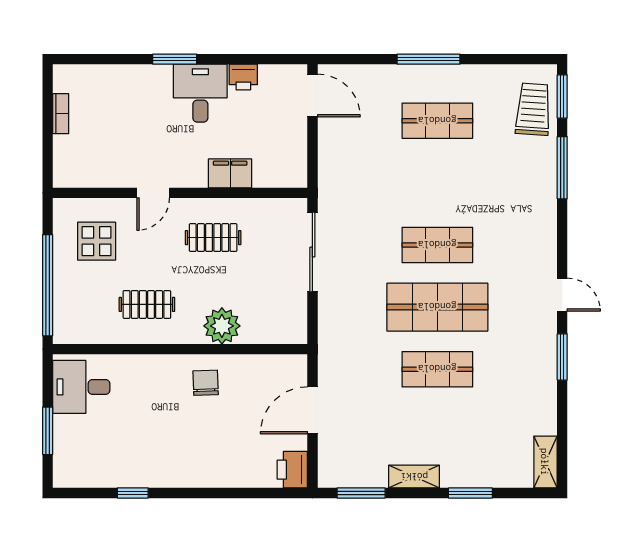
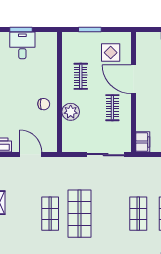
filing cabinet: (230, 173) -> (143, 142), moved
door: (153, 193) -> (134, 79), width x1.87
shop shelf: (437, 245) -> (138, 214), moved
window: (48, 285) -> (90, 29), width x0.47
desk: (81, 387) -> (22, 45), moved

